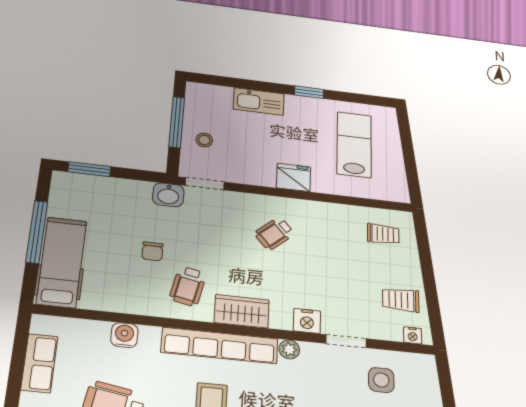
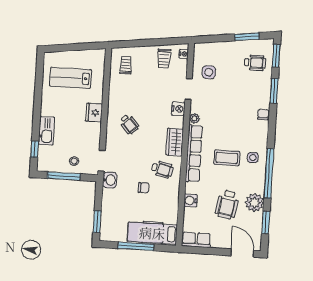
window: (309, 92) -> (35, 149), moved
row of seats: (39, 363) -> (196, 240), moved

